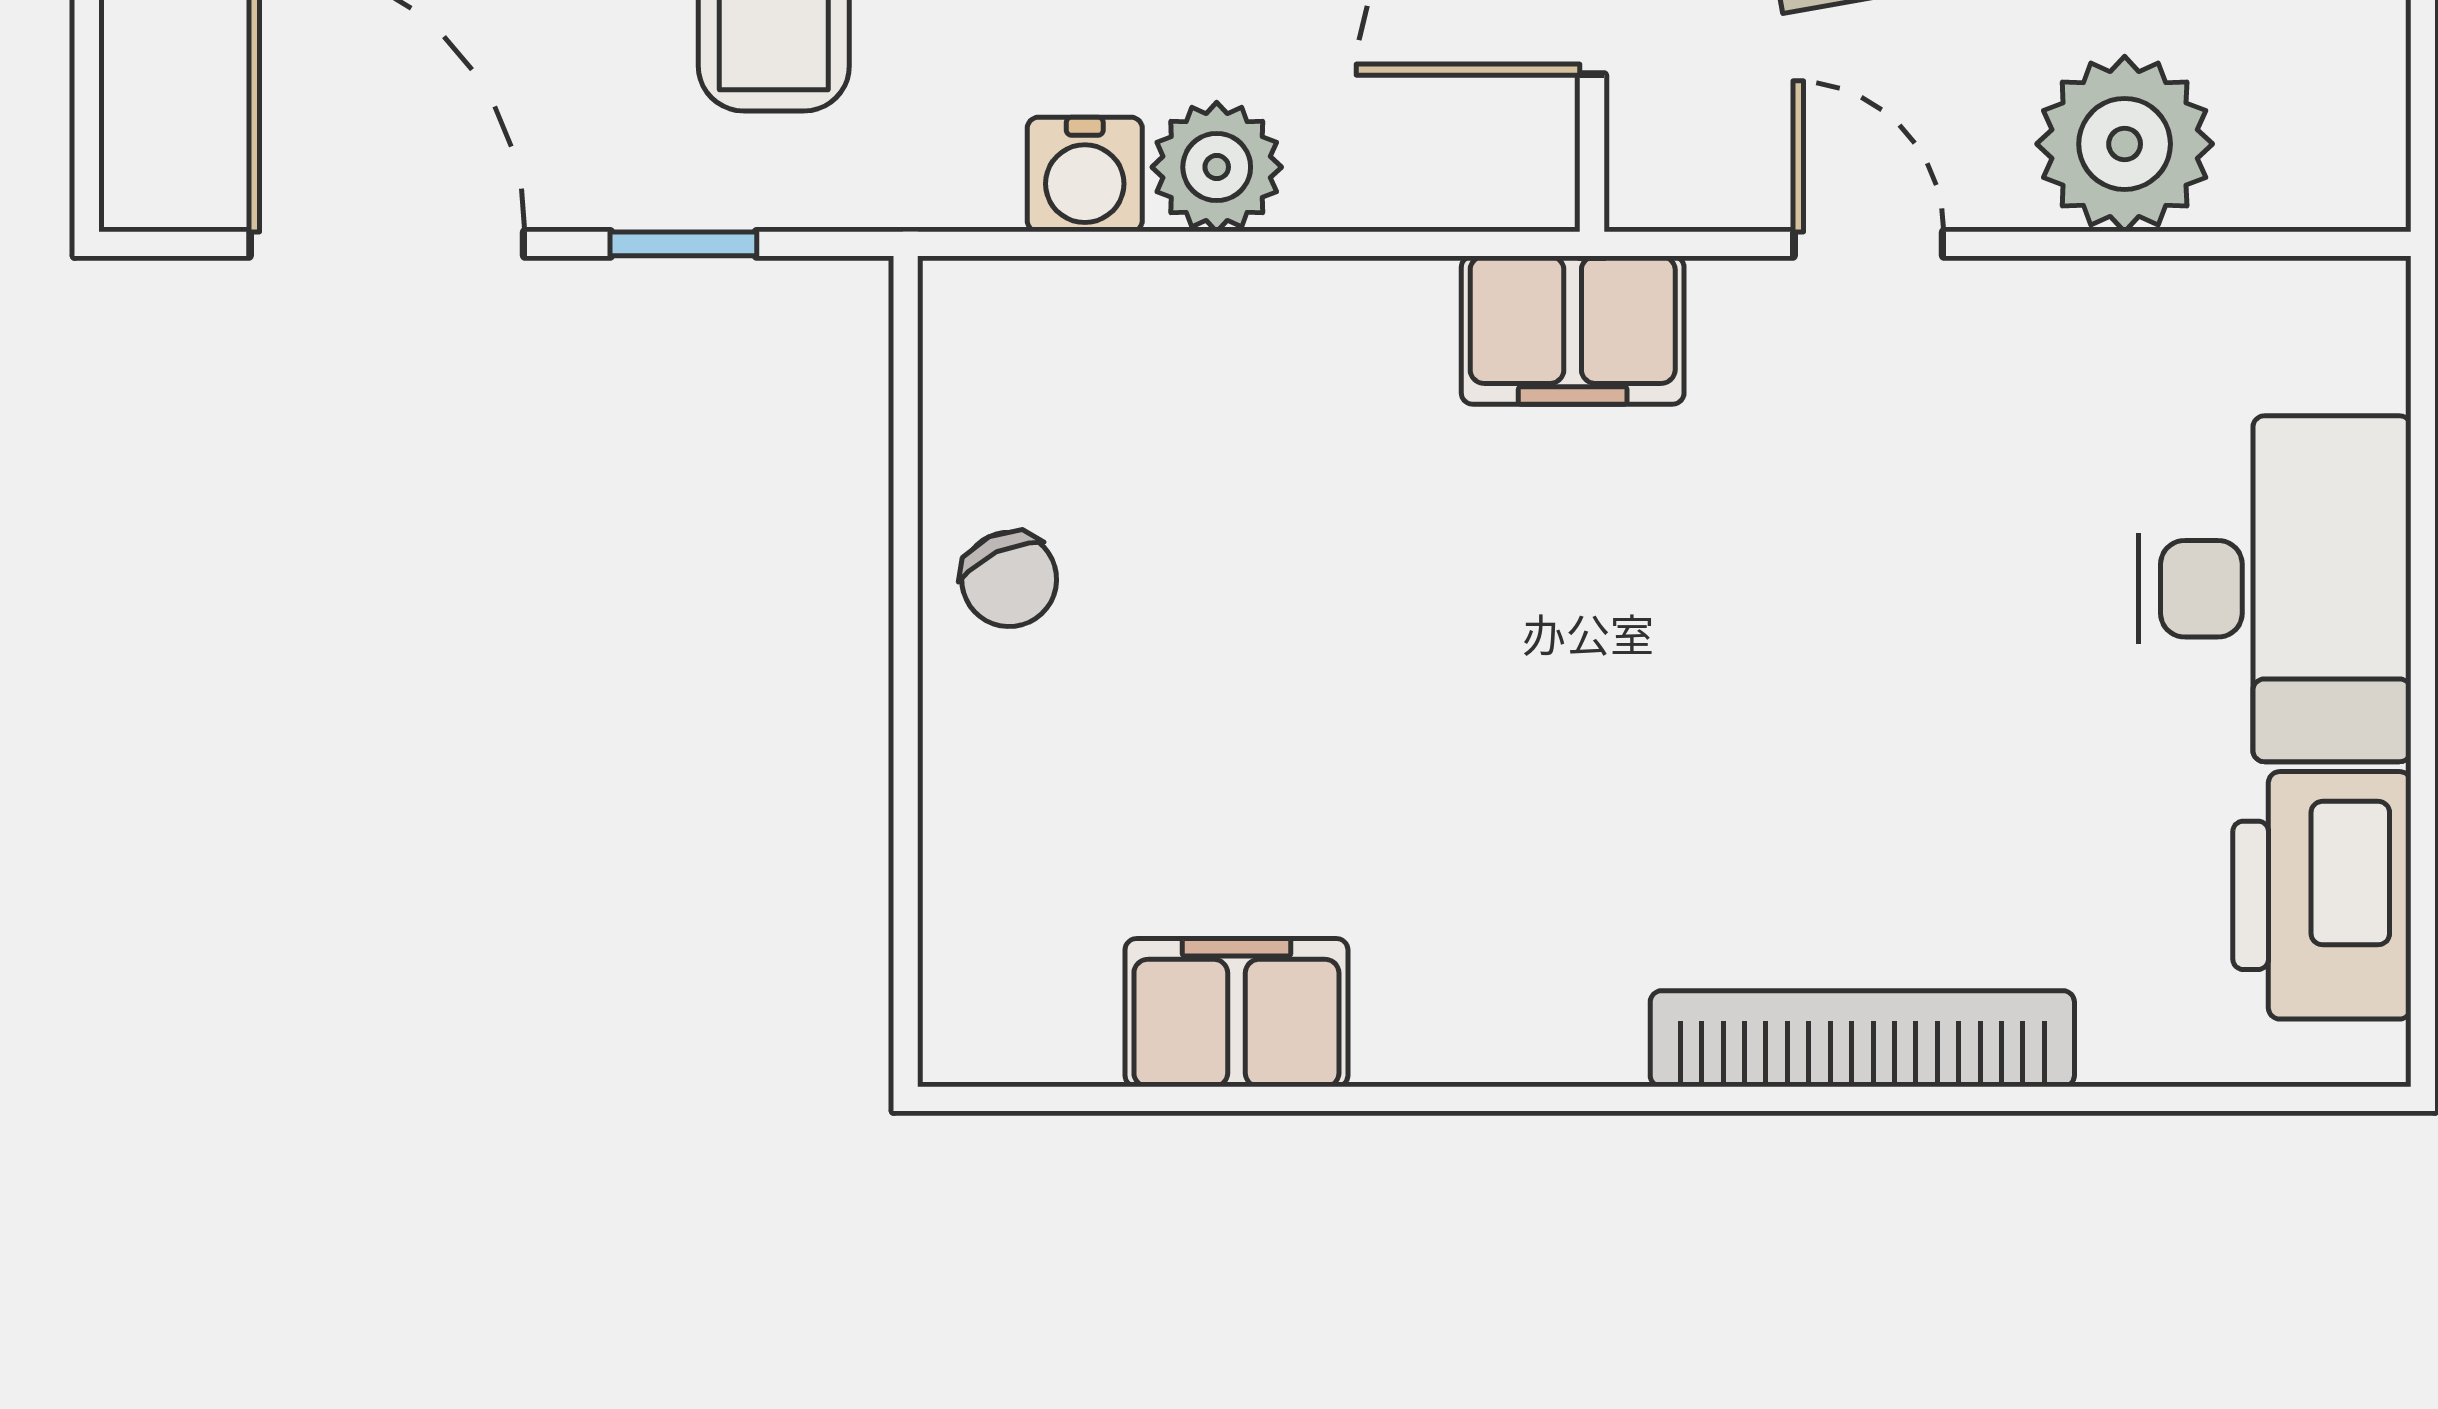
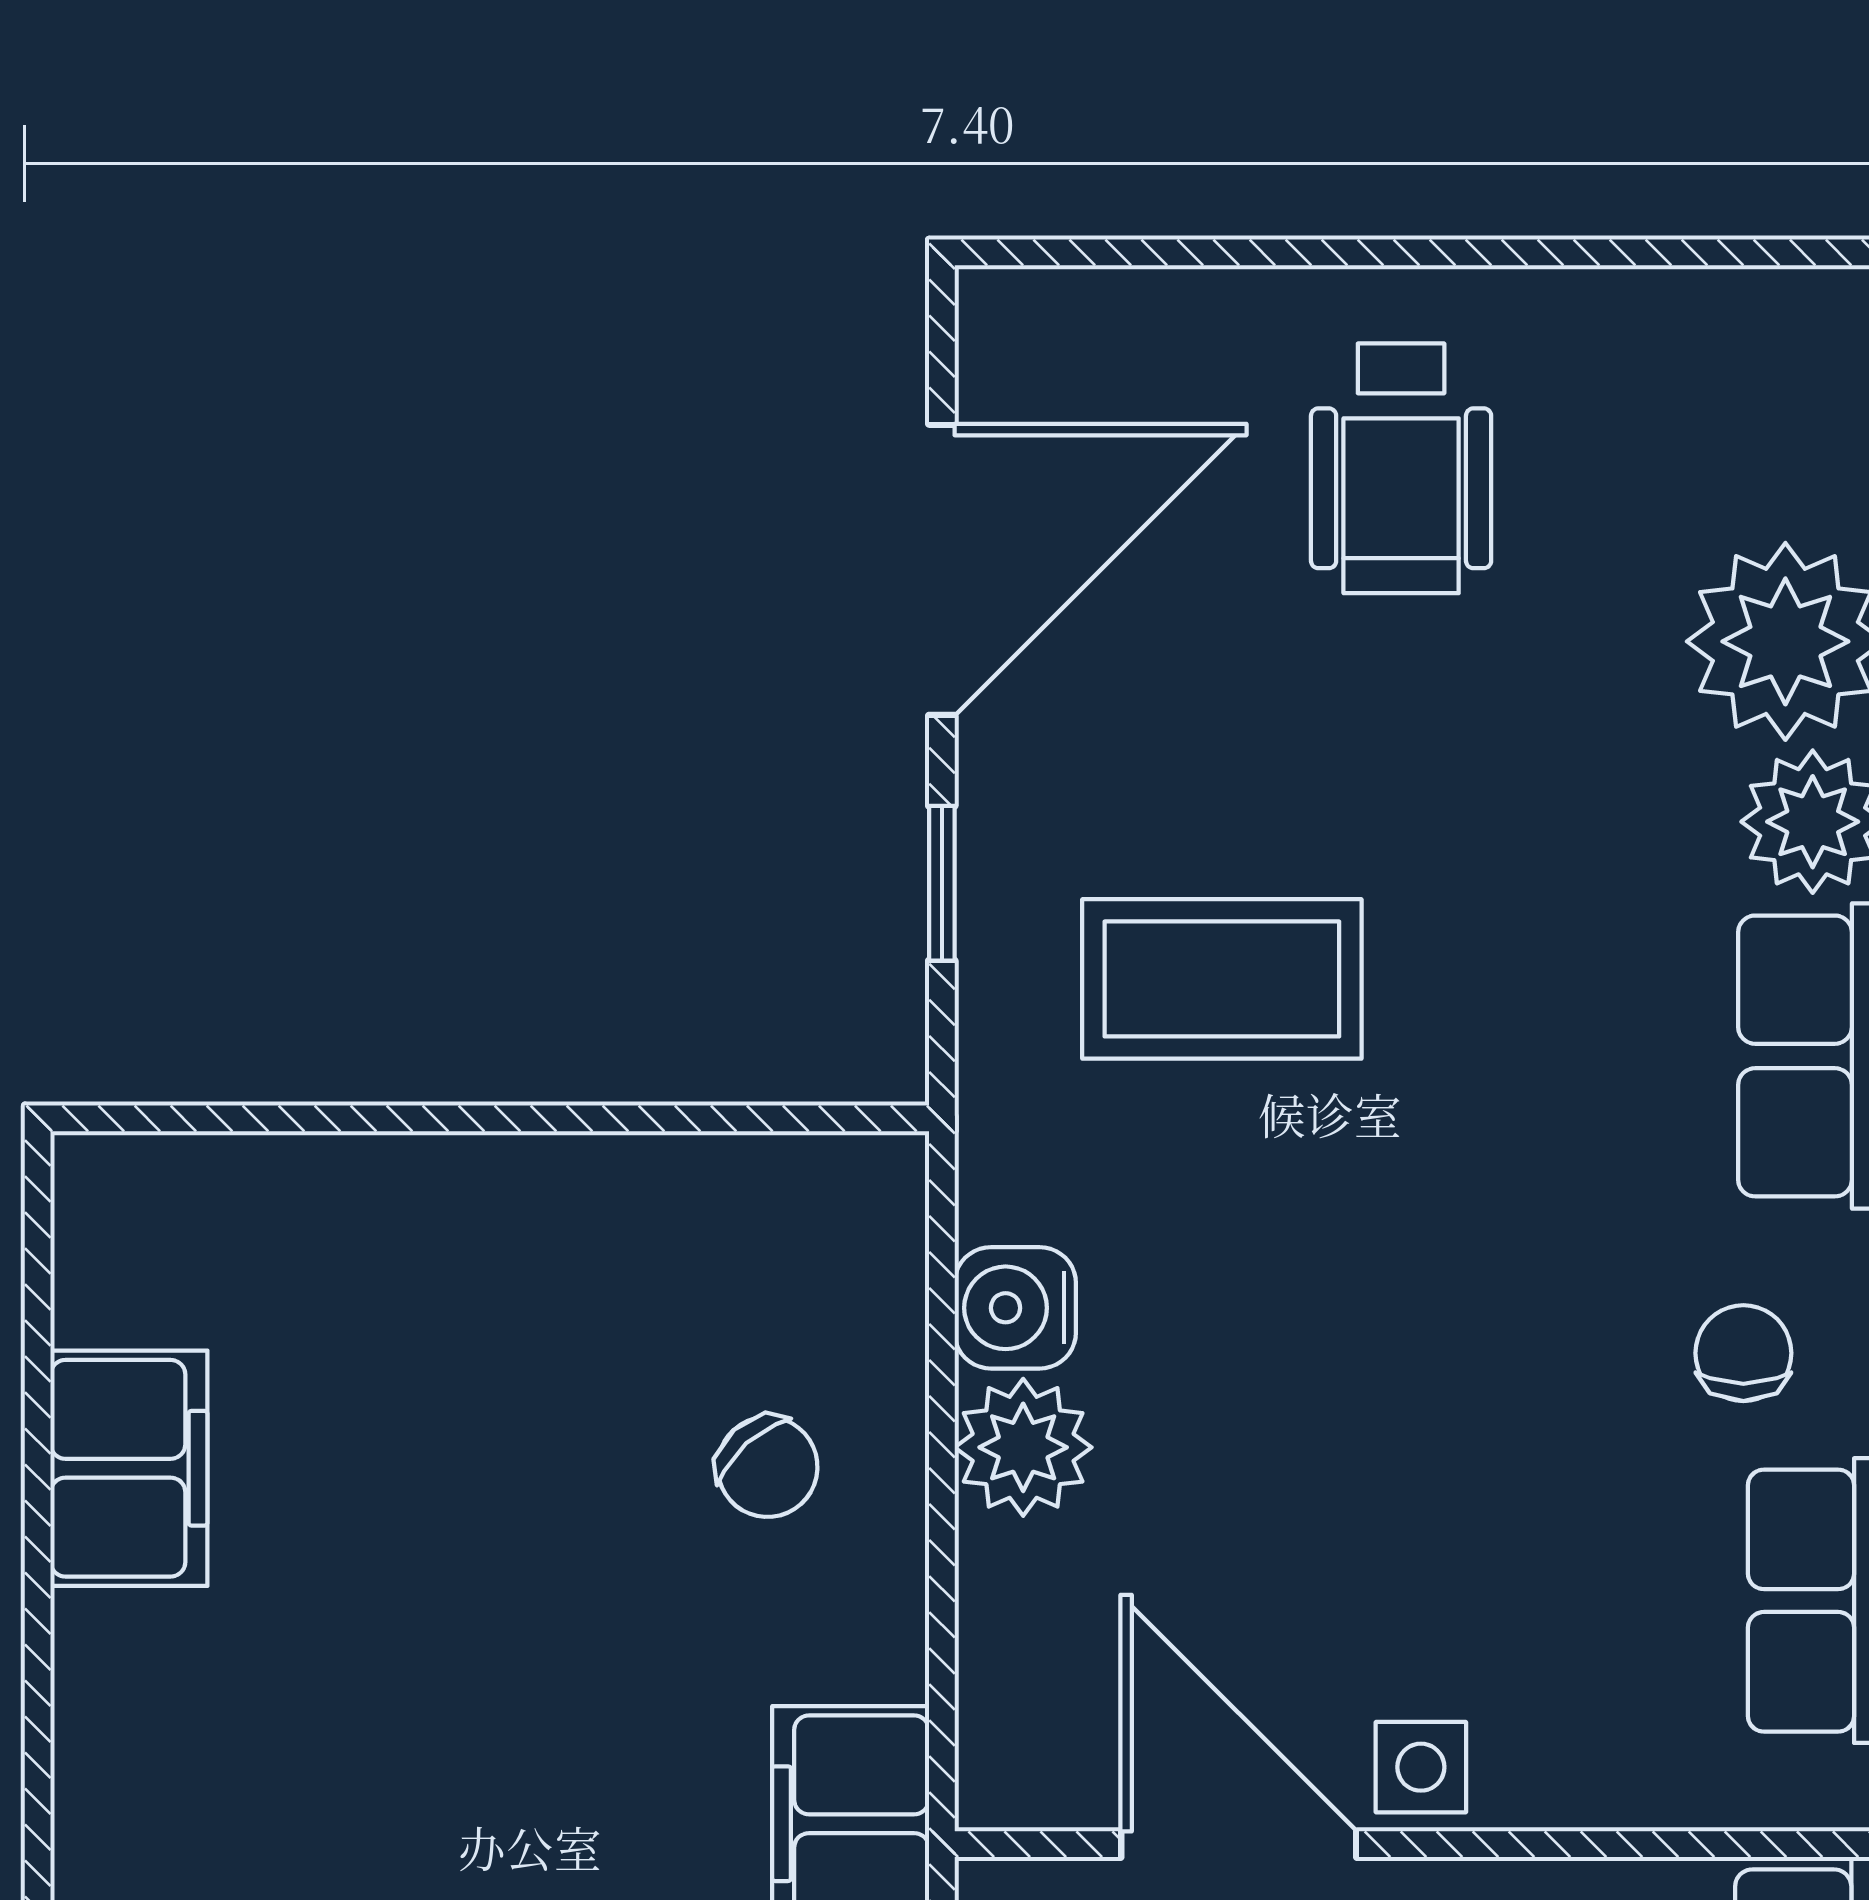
chair: (1009, 579) -> (767, 1467), moved, turned -107

